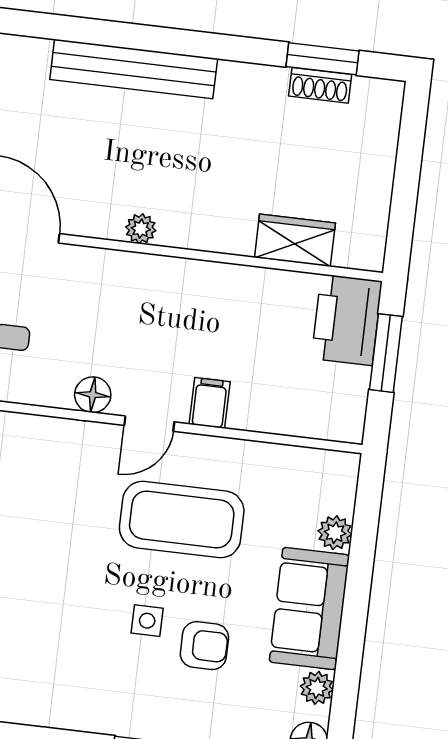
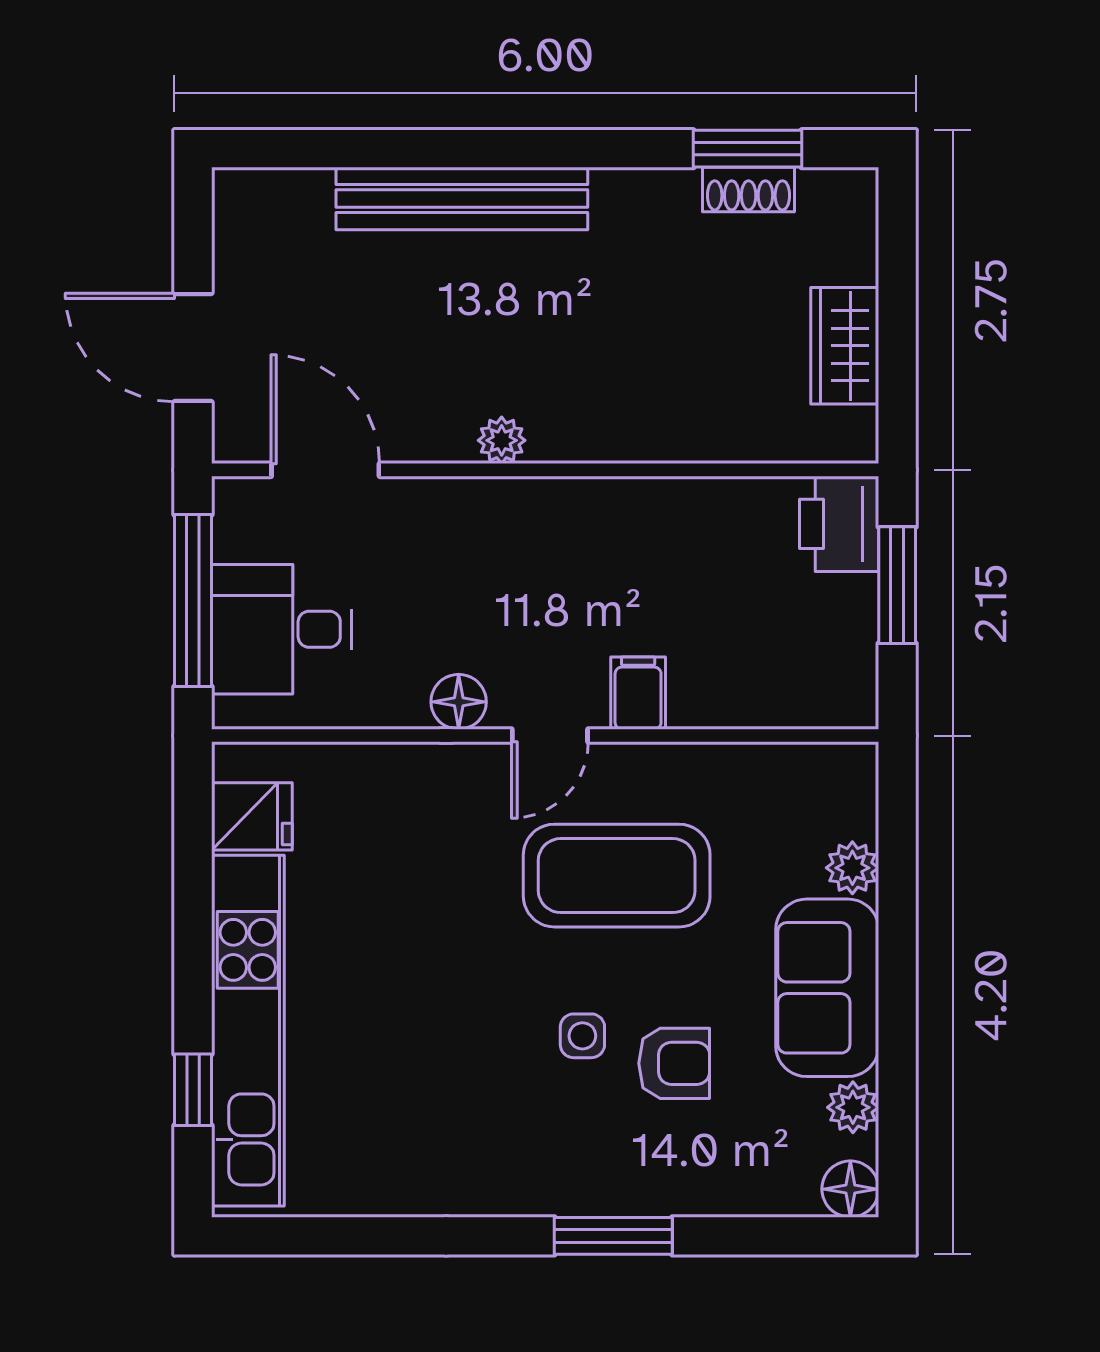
wardrobe: (295, 240) -> (845, 346), moved, turned -90
printer: (347, 320) -> (839, 524), width x0.73, depth x0.84

